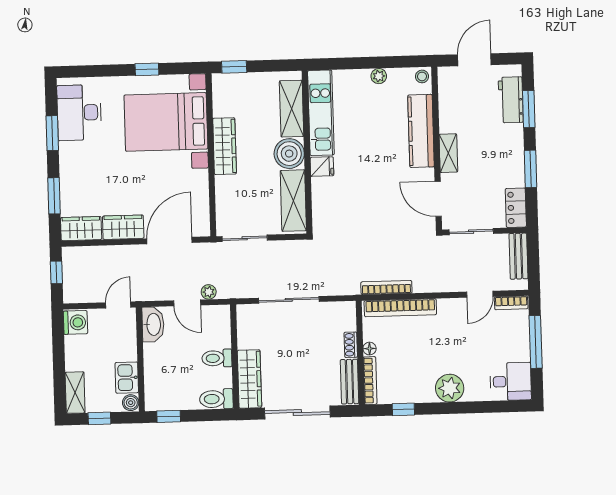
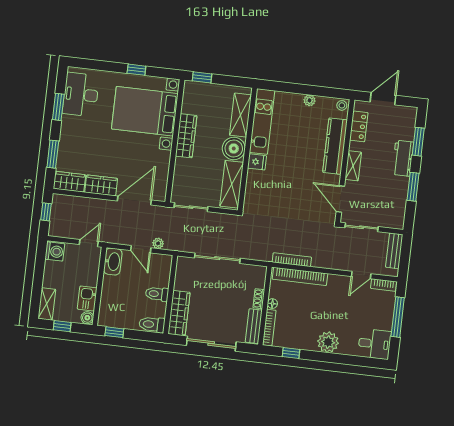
workbench: (511, 100) -> (403, 158), moved
locker: (516, 208) -> (359, 126), moved, turned 180

